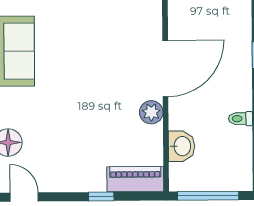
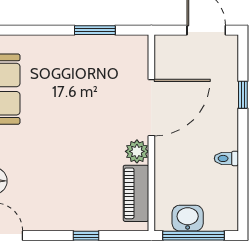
washbasin: (182, 146) -> (188, 218), moved, turned -90
piano: (135, 179) -> (136, 193), moved, turned -90

